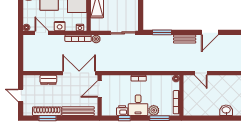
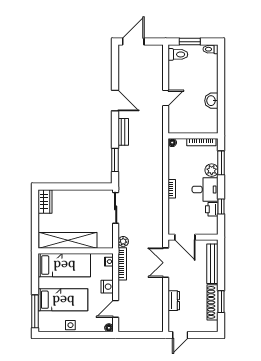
double door: (79, 73) -> (166, 263), width x0.73
door: (201, 73) -> (166, 98), moved
door: (21, 95) -> (180, 335), moved
washbasin: (226, 110) -> (211, 101), moved

